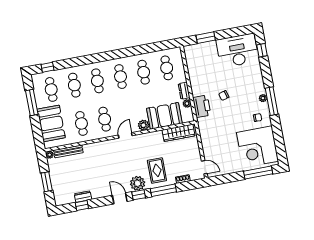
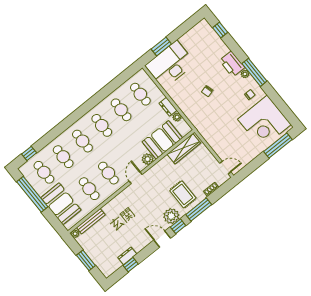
desk: (237, 51) -> (170, 64), moved
window: (32, 103) -> (32, 194), width x1.46
printer: (202, 106) -> (232, 64), moved, turned 180

